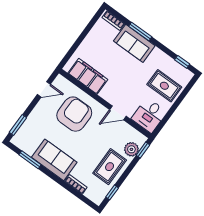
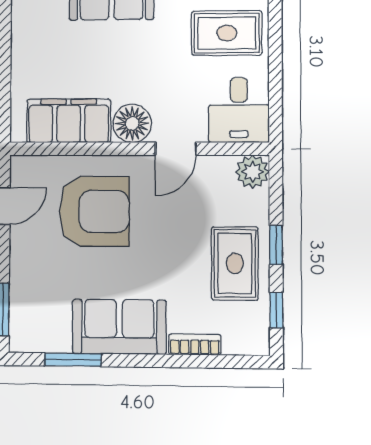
floor lamp: (109, 93) -> (132, 123), added
armchair: (74, 114) -> (94, 211), turned 90
plant: (131, 149) -> (253, 172), moved
window: (143, 150) -> (276, 245), moved

